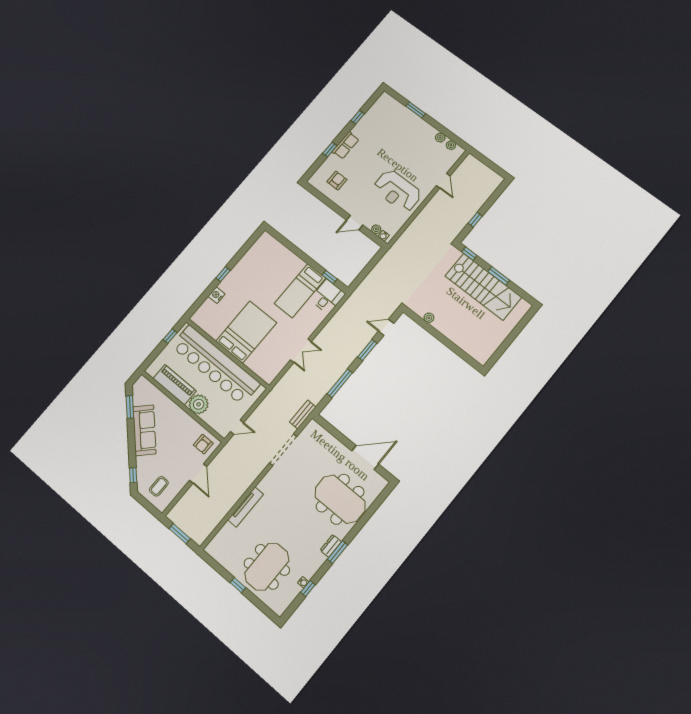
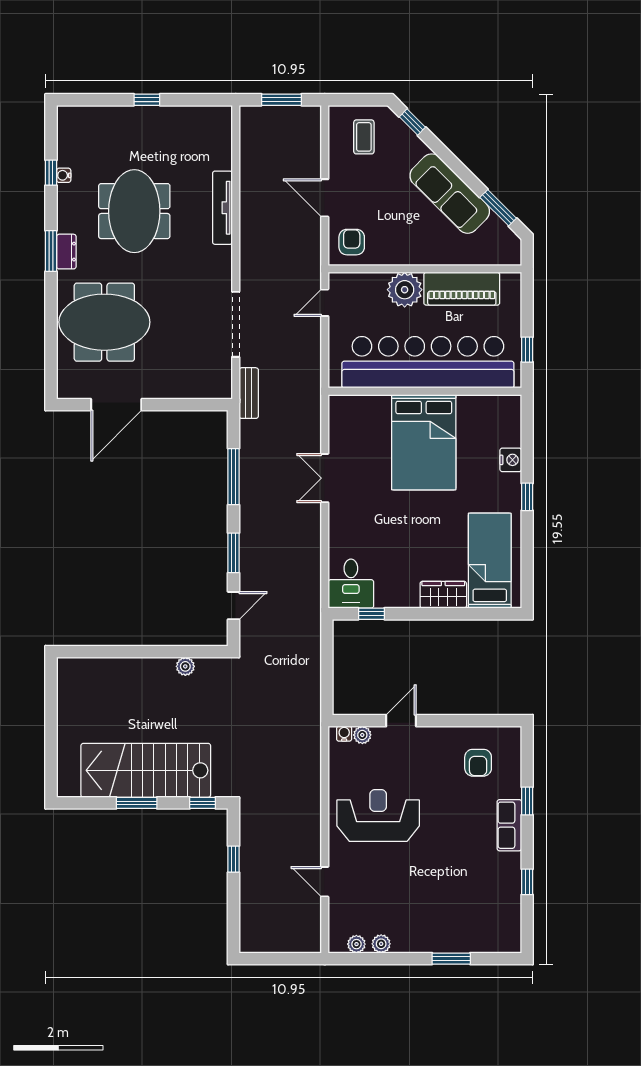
wardrobe: (293, 261) -> (443, 595), added
bed: (300, 291) -> (490, 561), moved
meeting table: (267, 567) -> (134, 211), moved

